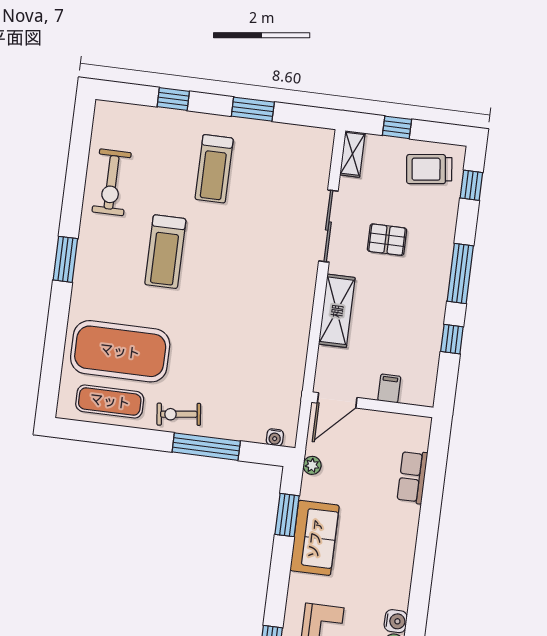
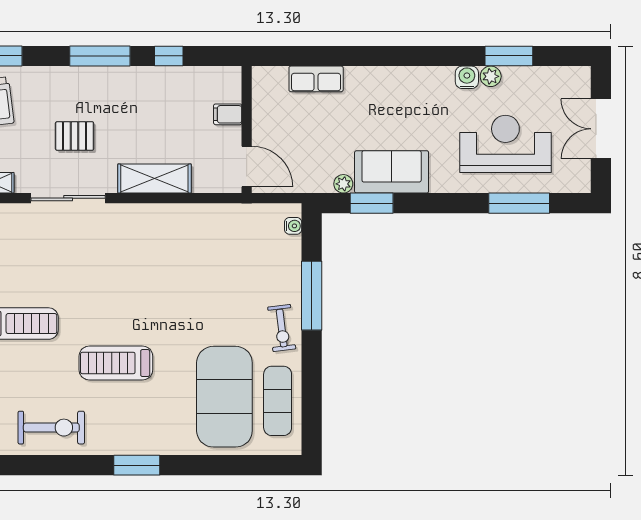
pallet: (387, 240) -> (75, 136), turned 90
treadmill: (165, 252) -> (116, 363), turned 180
plant: (312, 465) -> (343, 184), moved

